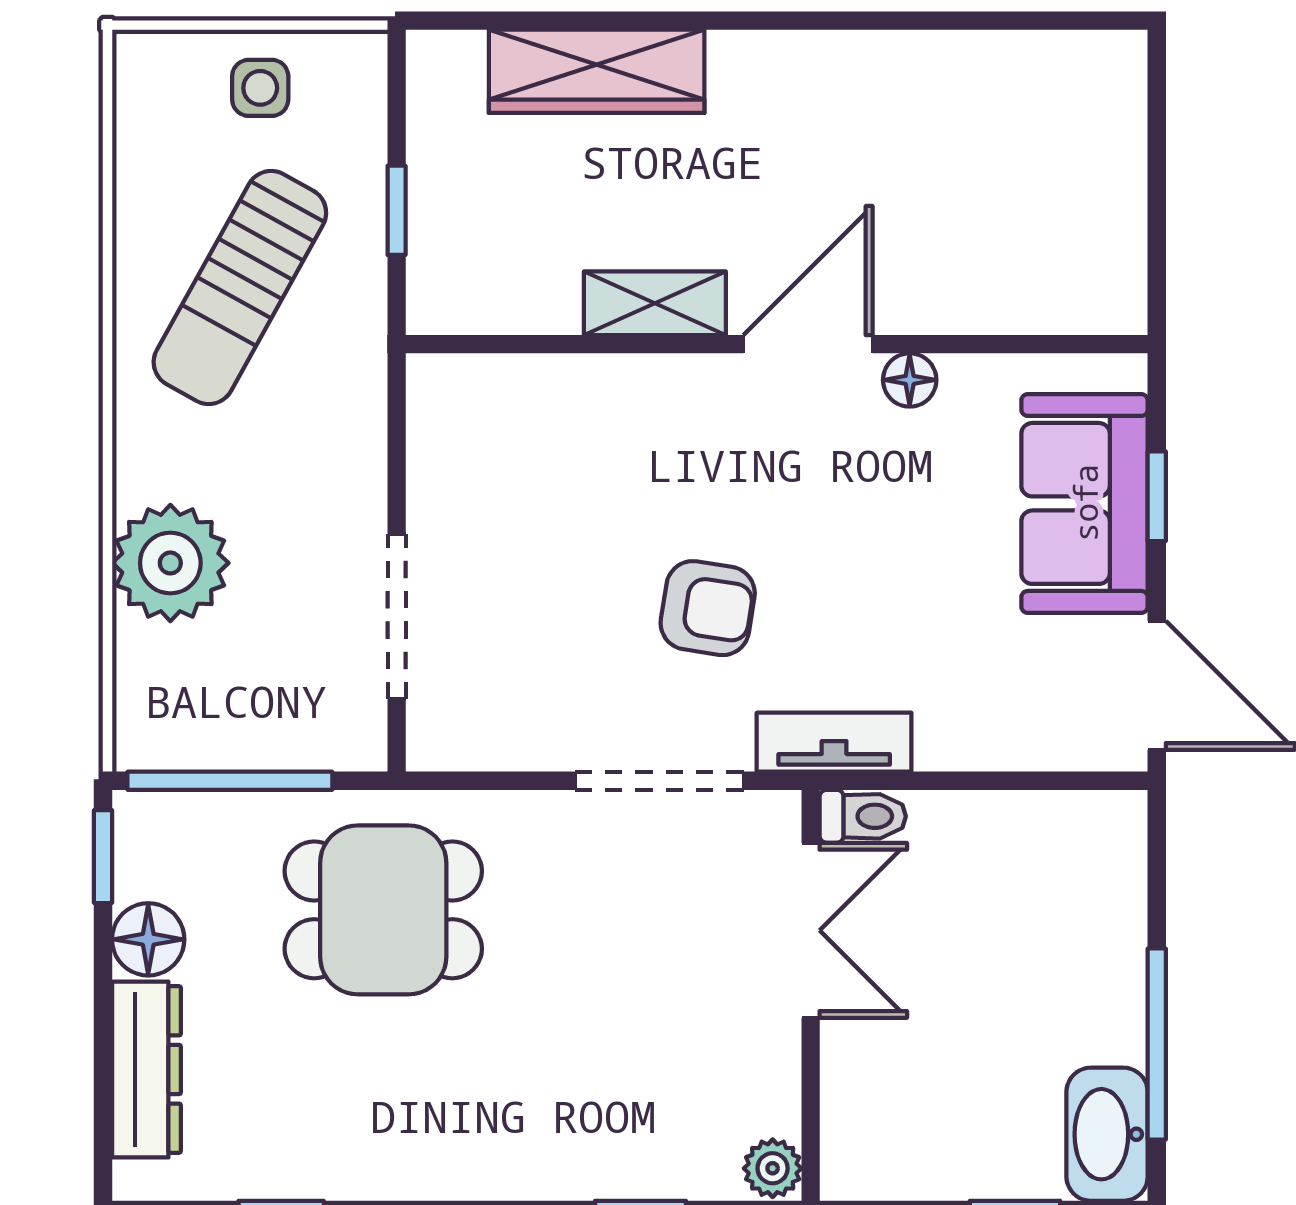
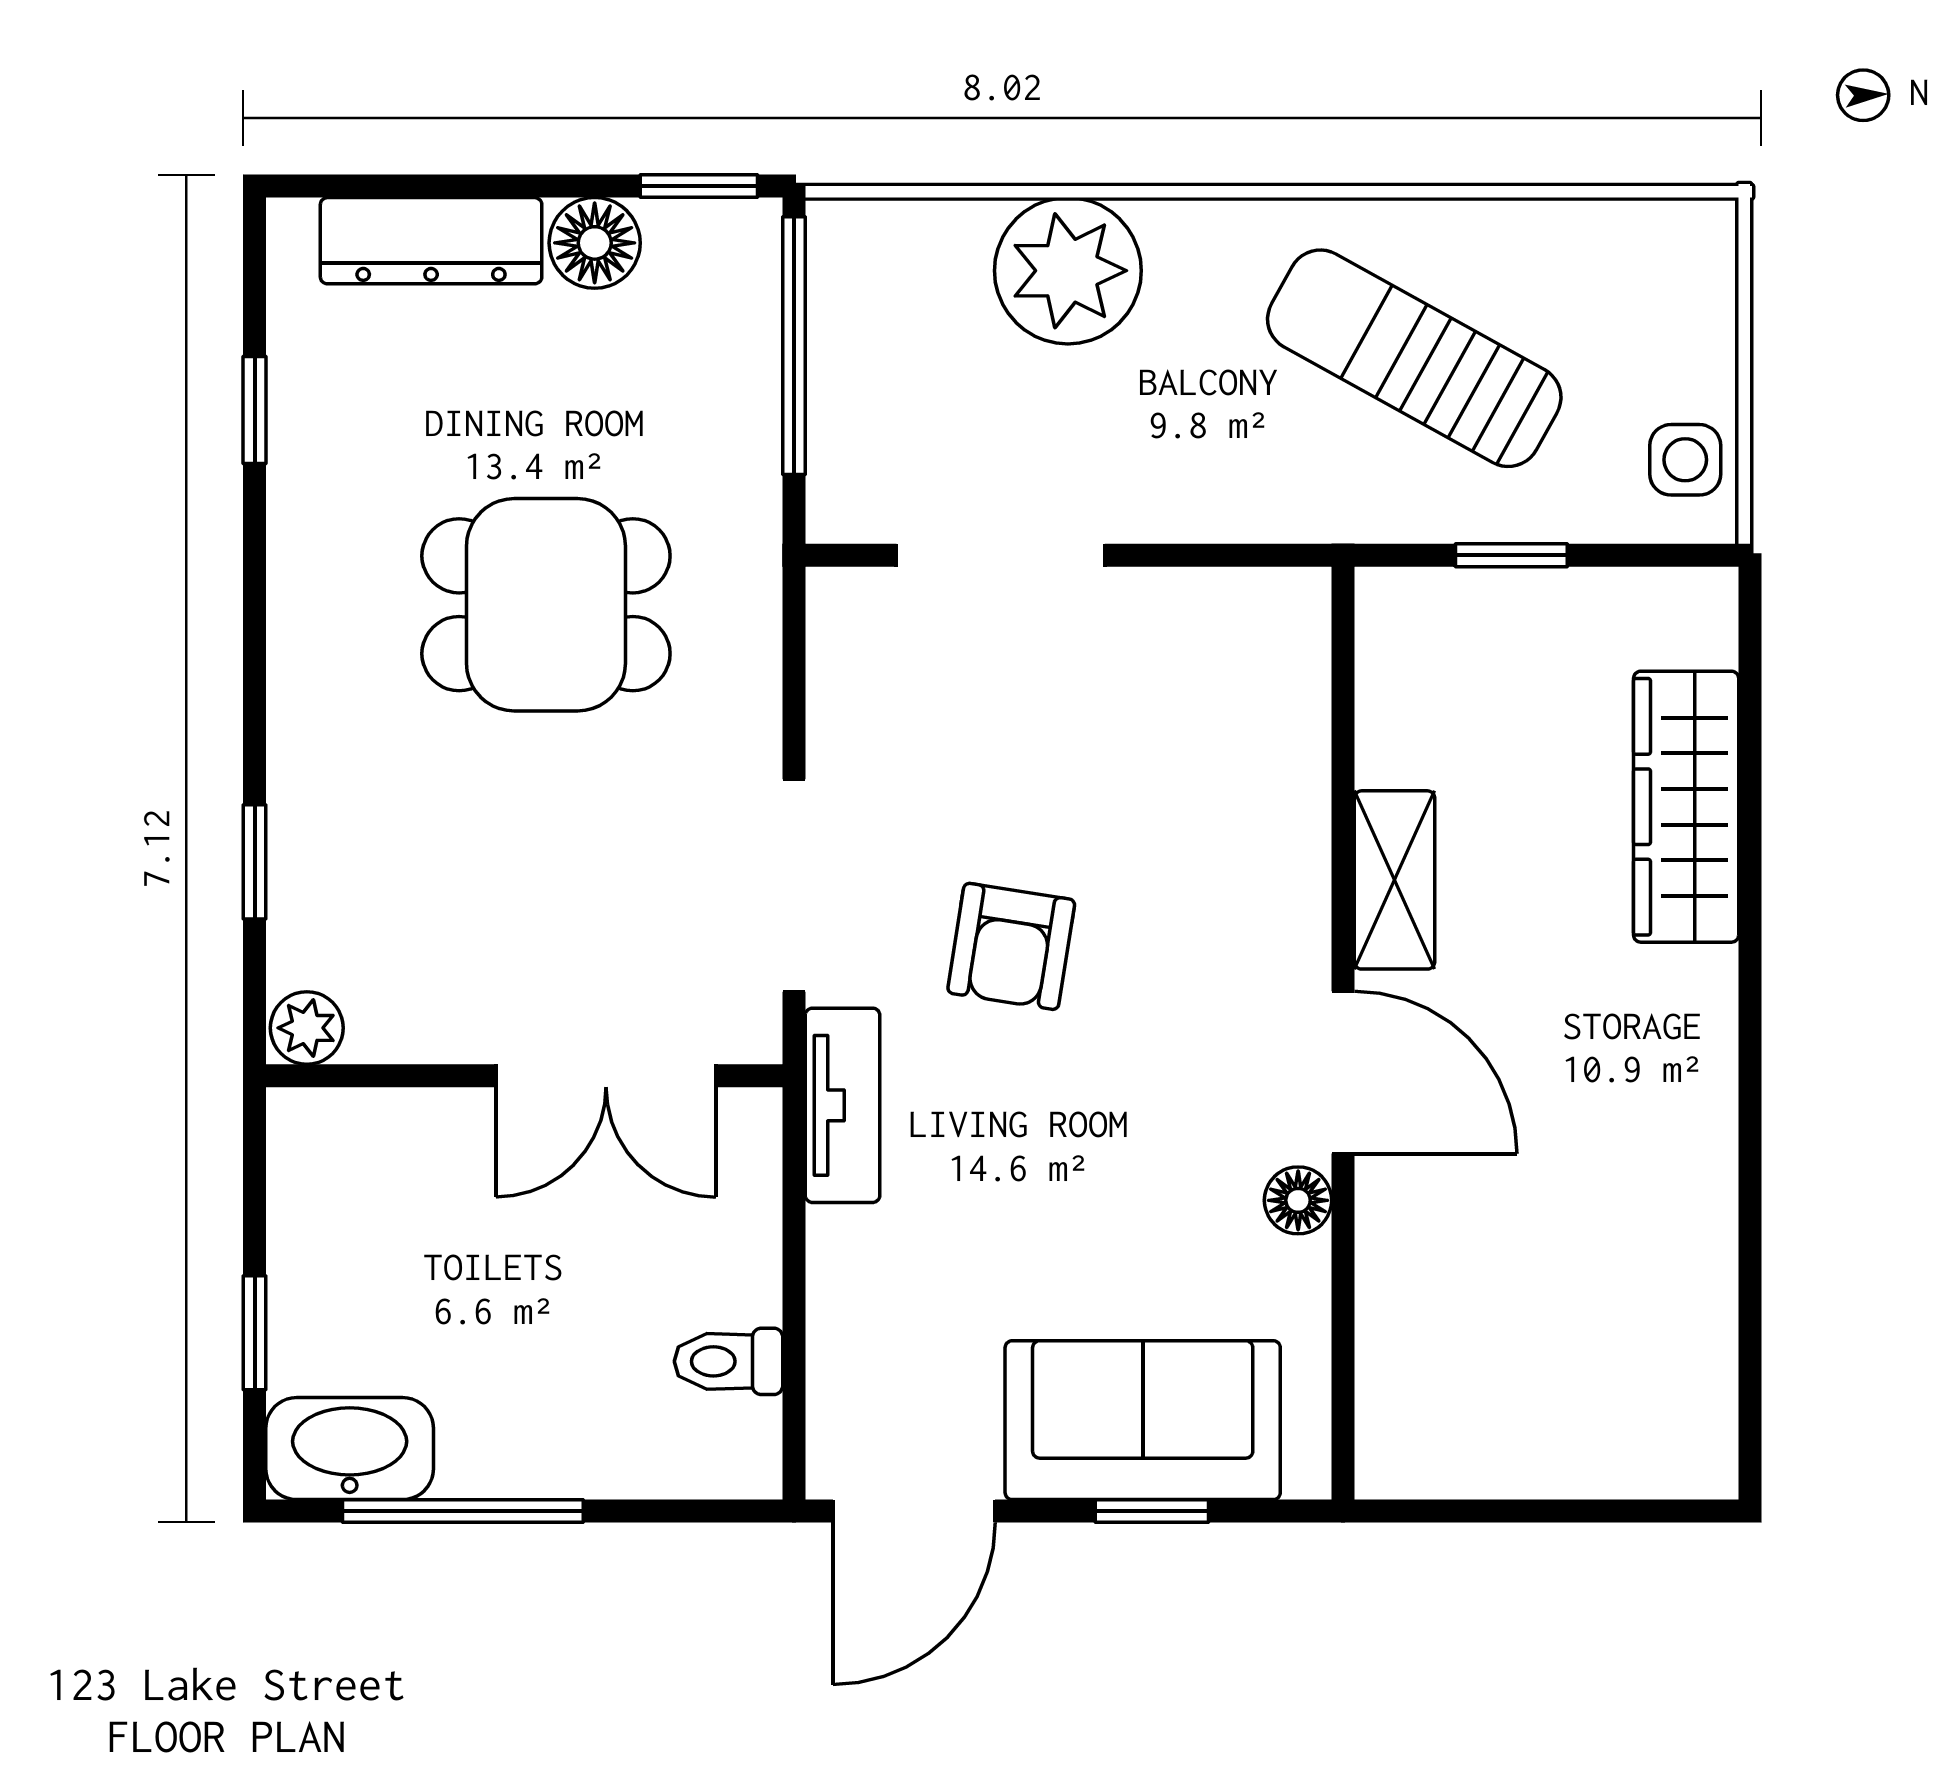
side table: (260, 88) -> (1685, 460), moved
toilet: (863, 816) -> (728, 1361), moved, turned 90
dining table: (383, 910) -> (546, 605), moved, turned 90

